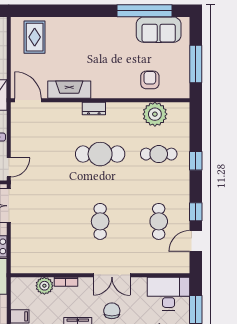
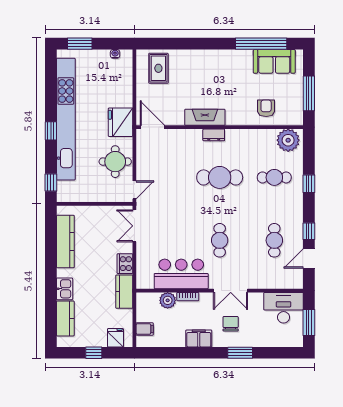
fireplace: (69, 90) -> (205, 117), moved
plant: (155, 114) -> (288, 140), moved
bar counter: (59, 257) -> (181, 274), added

